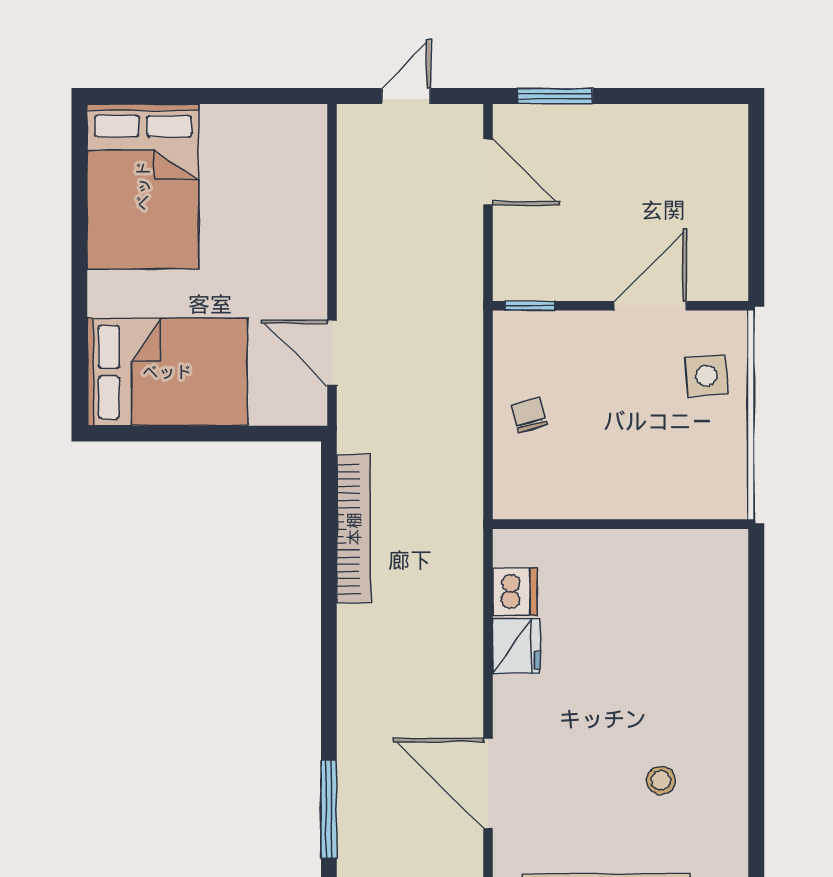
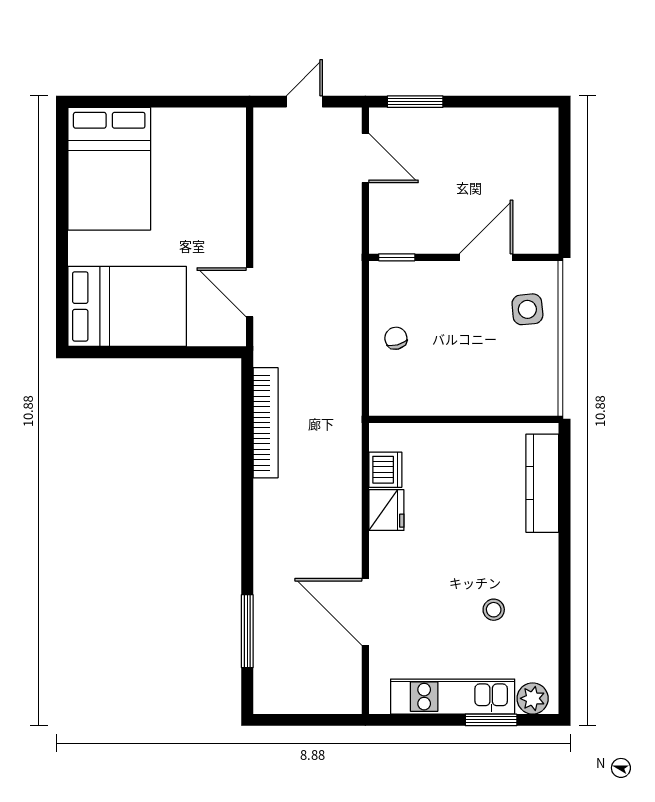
kitchen counter: (726, 610) -> (542, 483), added

